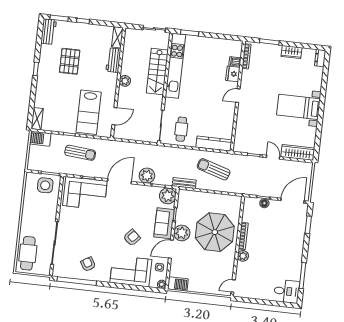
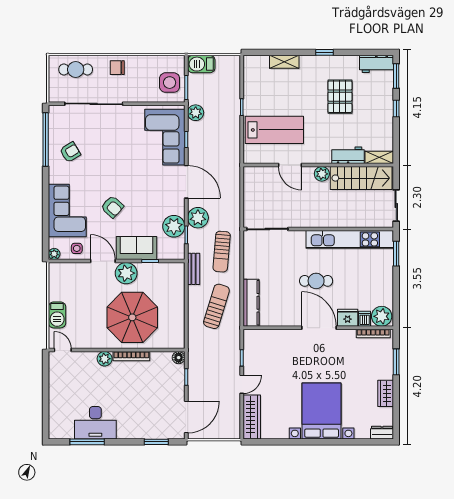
plant: (235, 49) -> (382, 316), added
pallet: (70, 61) -> (340, 97), turned 90
stairs: (157, 72) -> (361, 178), moved, turned 180
door: (238, 96) -> (319, 328), width x1.88
bed with nightstands: (298, 107) -> (322, 411), width x1.36
lab bench: (89, 112) -> (274, 130), turned 180
door: (114, 116) -> (290, 165), moved
shelving: (37, 119) -> (284, 62), moved
cafe table: (181, 129) -> (316, 281), moved
barbecue: (40, 139) -> (201, 64), moved, turned -90
sun lounger: (80, 153) -> (222, 252), moved
plant: (69, 169) -> (196, 113), added
plant: (168, 196) -> (174, 226), moved
door: (293, 201) -> (186, 417), hinge flipped
floor lamp: (264, 203) -> (179, 358), moved
chair: (30, 223) -> (117, 68), added
cafe table: (28, 253) -> (76, 69), width x0.73, depth x0.74
barbecue: (178, 284) -> (57, 315), moved
desk: (287, 291) -> (95, 423), moved, width x1.37

